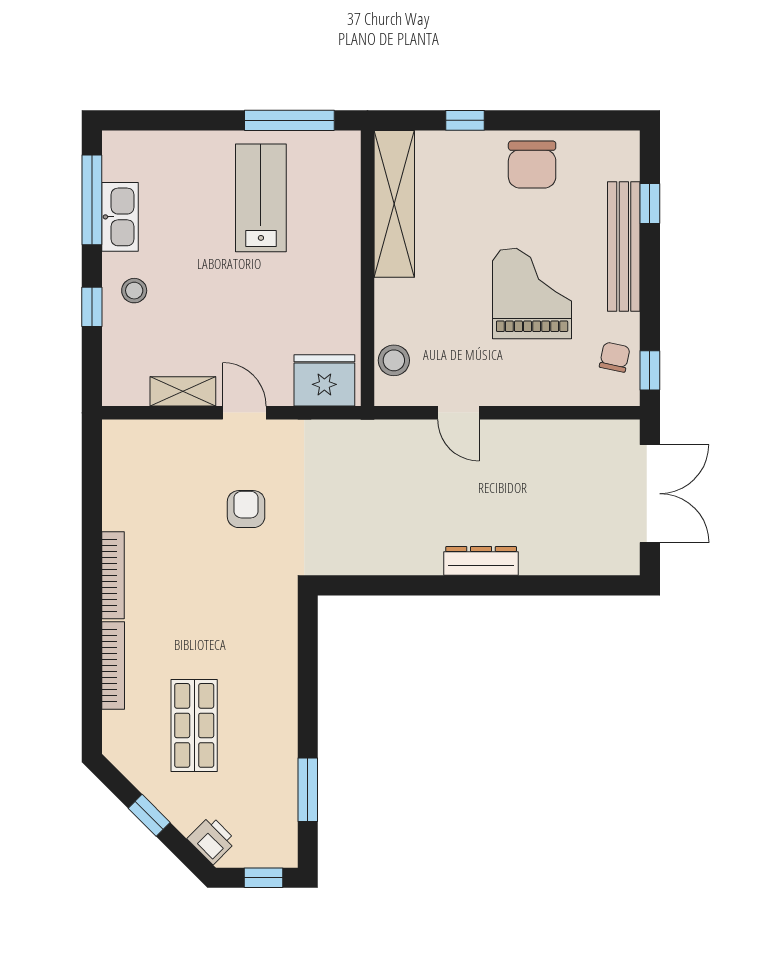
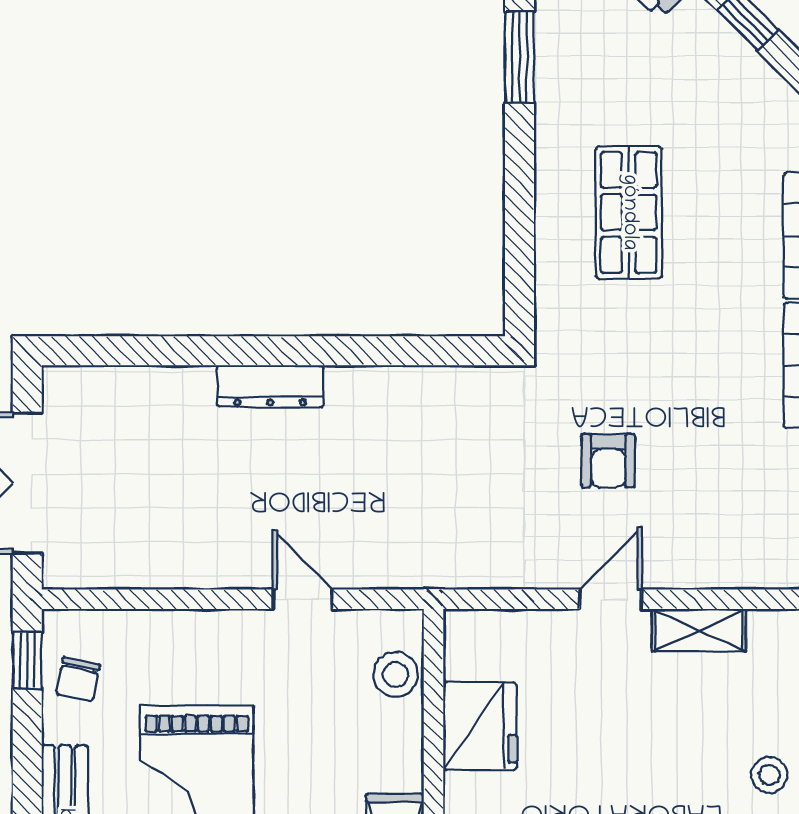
fridge: (324, 380) -> (480, 726), moved, turned -90
door: (244, 413) -> (611, 599), swing flipped
shop shelf: (194, 725) -> (629, 212), moved

